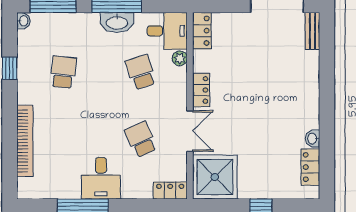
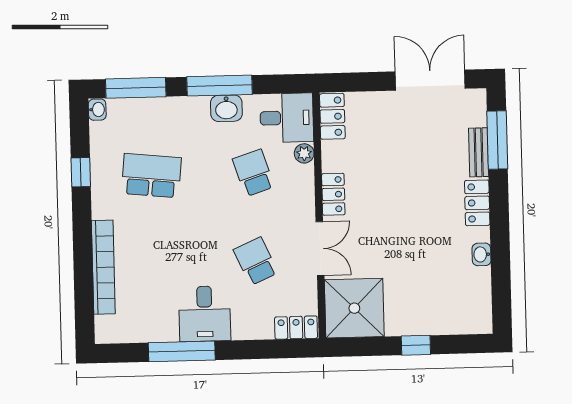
washbasin: (117, 22) -> (226, 108), width x0.72
bench: (313, 31) -> (479, 152), moved
window: (327, 52) -> (497, 140), added
school desk: (63, 72) -> (151, 176), width x1.85
locker: (310, 167) -> (477, 203), moved

